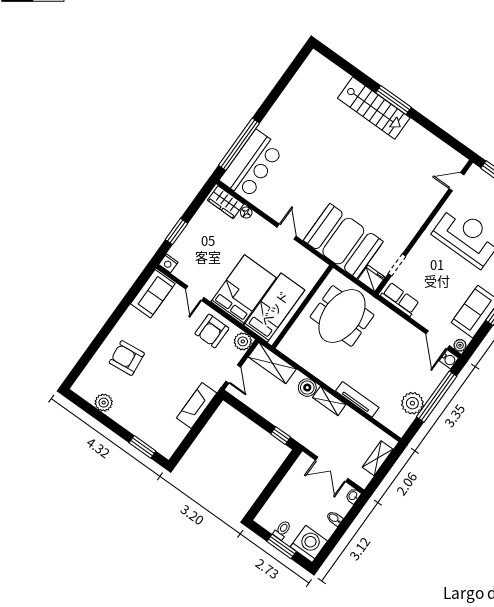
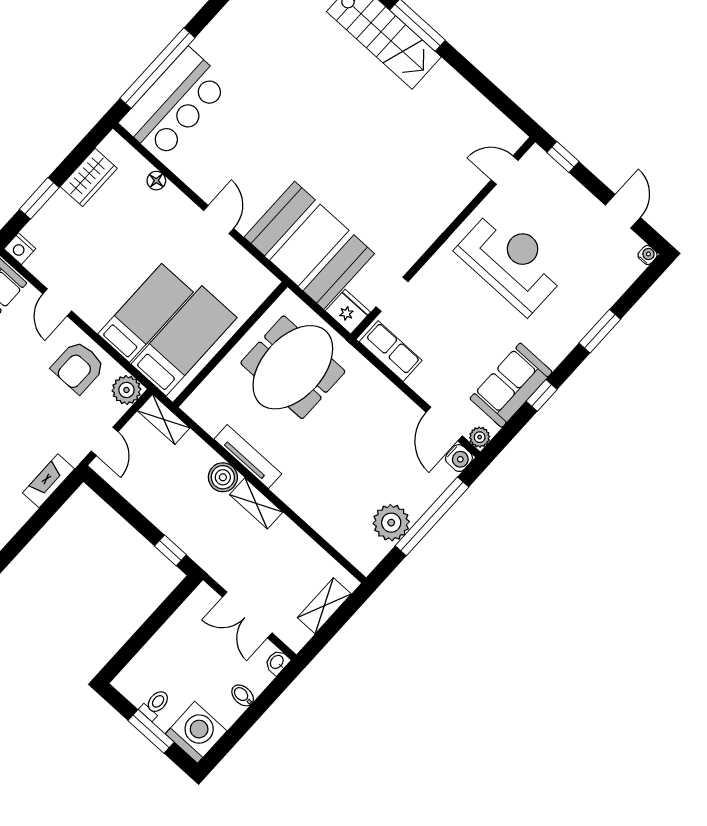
wardrobe: (226, 202) -> (89, 177), moved, turned -90
bed: (244, 290) -> (145, 313), width x0.67
shelving: (272, 363) -> (164, 419), width x0.67, depth x0.75
tv unit: (357, 399) -> (248, 457), moved
fireplace: (197, 406) -> (48, 481), width x0.73, depth x0.76

